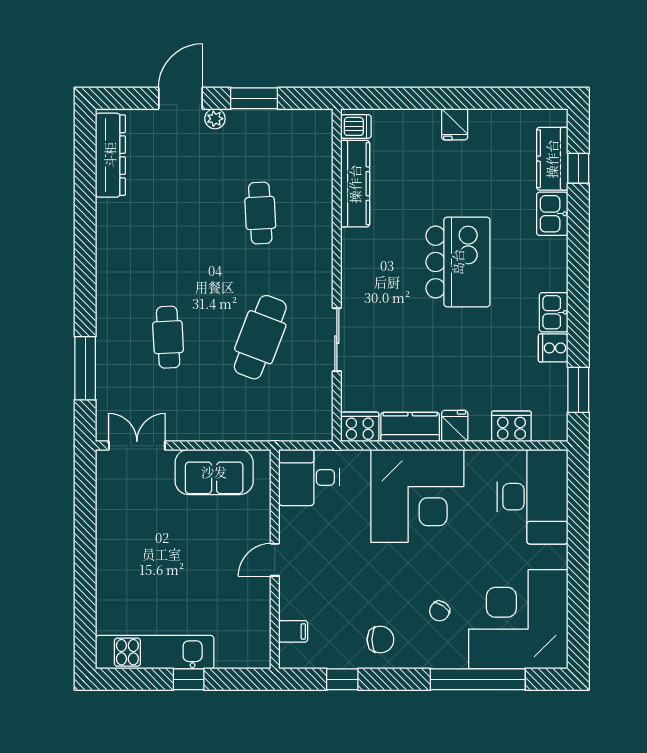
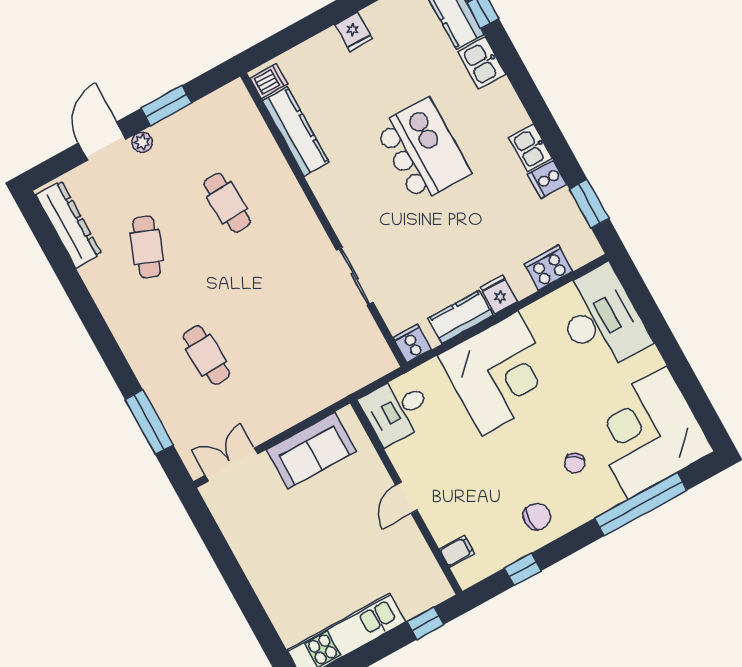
cafe table: (260, 337) -> (147, 247), moved, width x0.73, depth x0.74
cooker: (360, 427) -> (412, 344), width x0.73
window: (189, 679) -> (425, 623), moved

